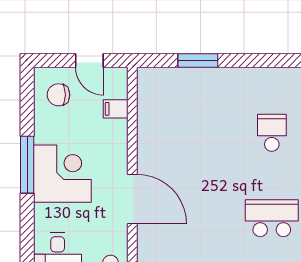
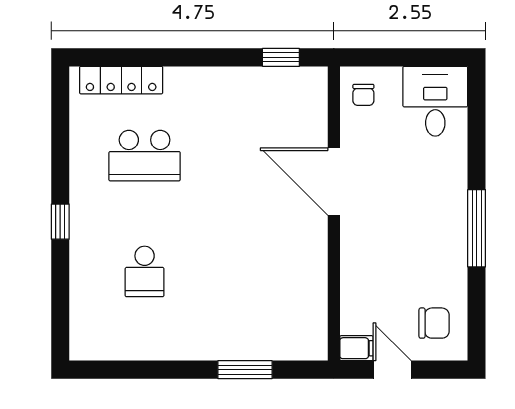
filing cabinet: (116, 109) -> (356, 348), moved
corner desk: (62, 174) -> (429, 216), removed

